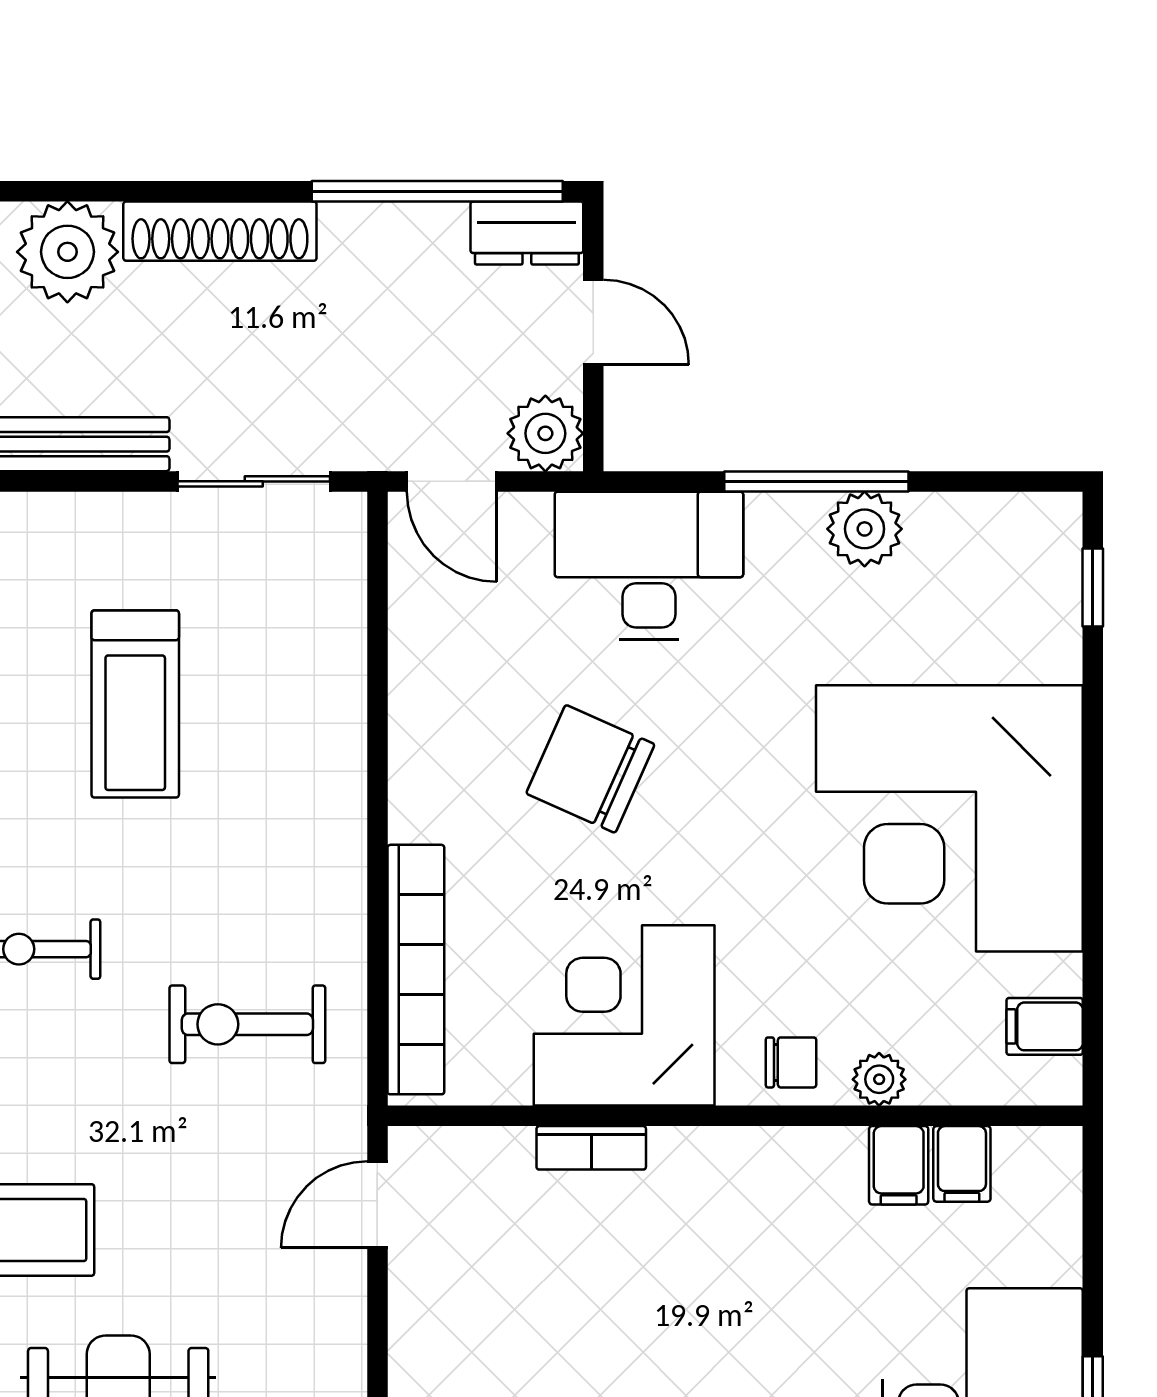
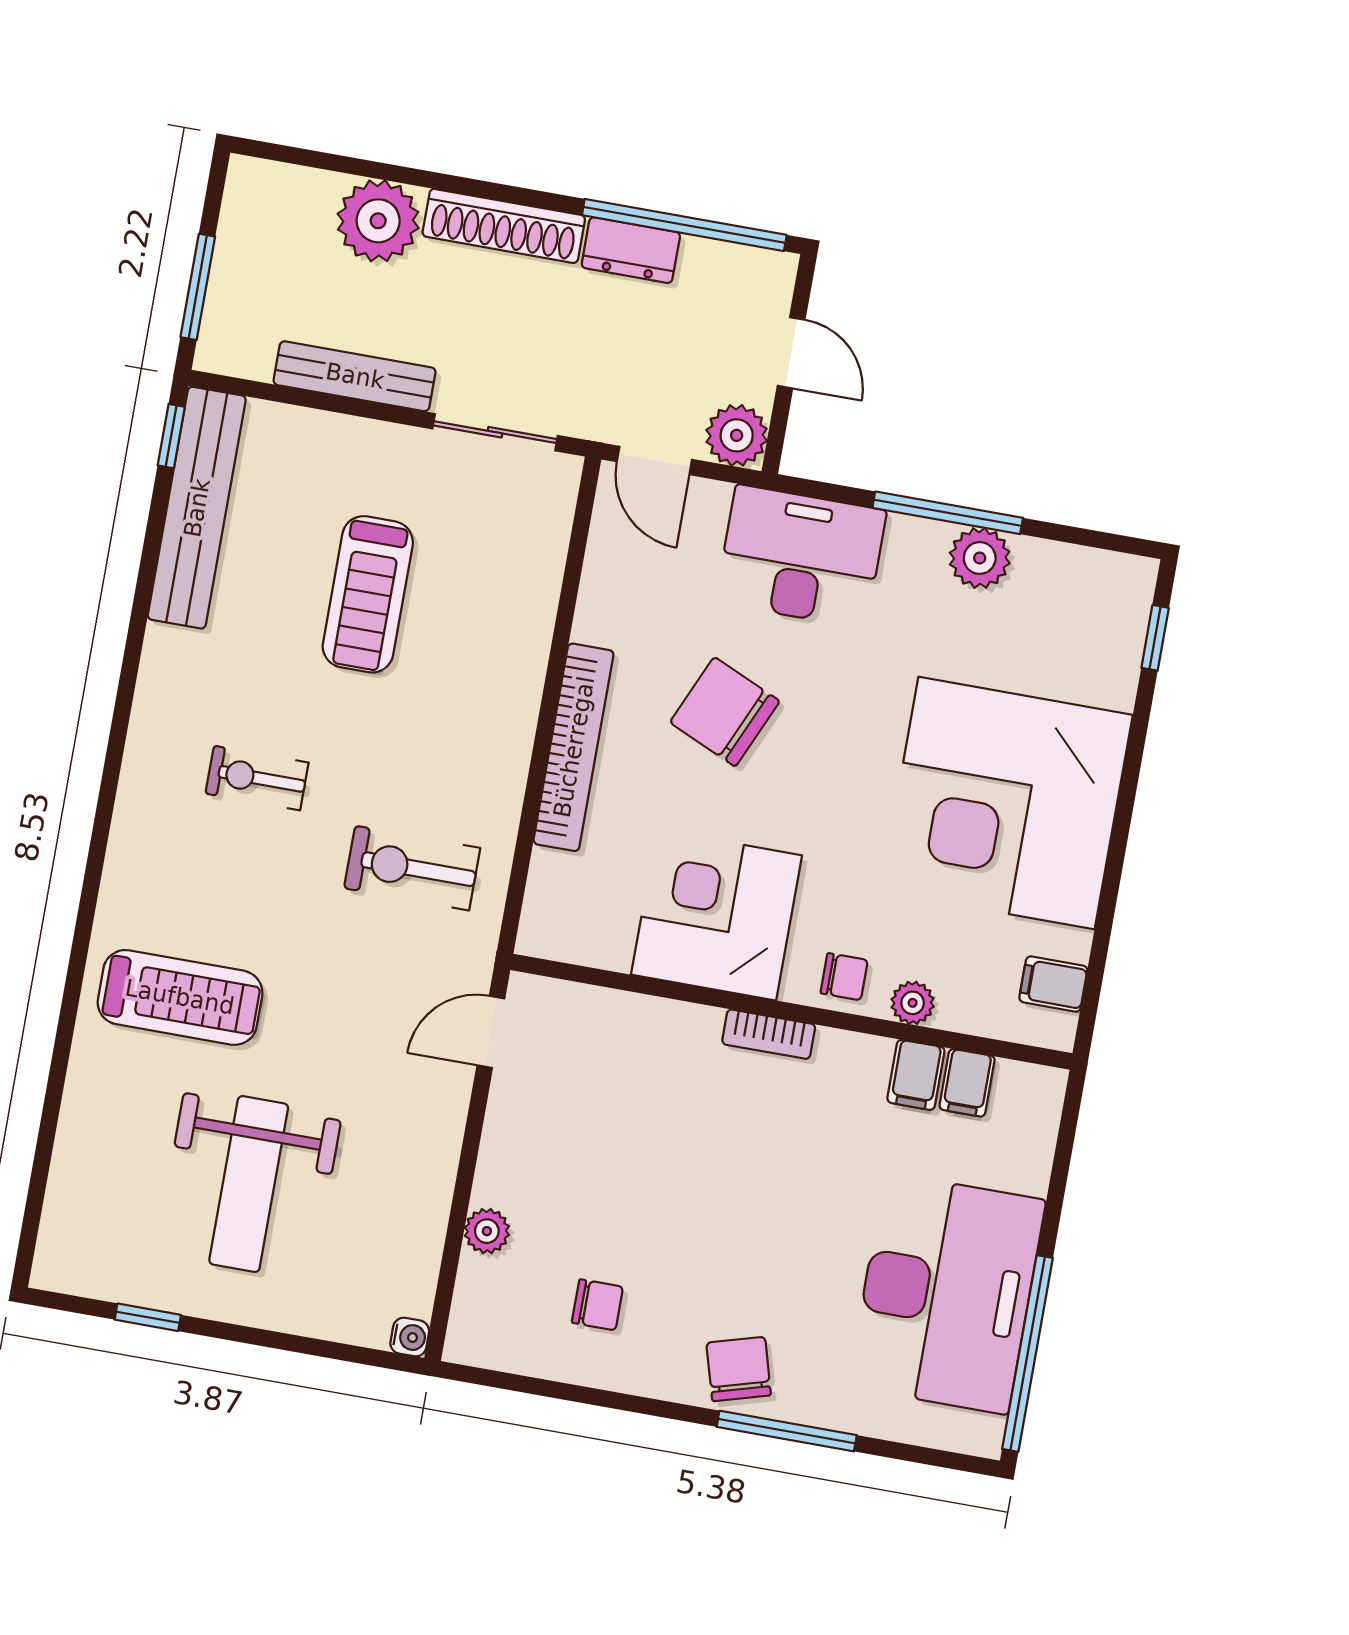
dresser: (527, 233) -> (631, 250), moved
bookcase: (416, 970) -> (574, 747), moved
bookcase: (591, 1148) -> (769, 1034), moved

